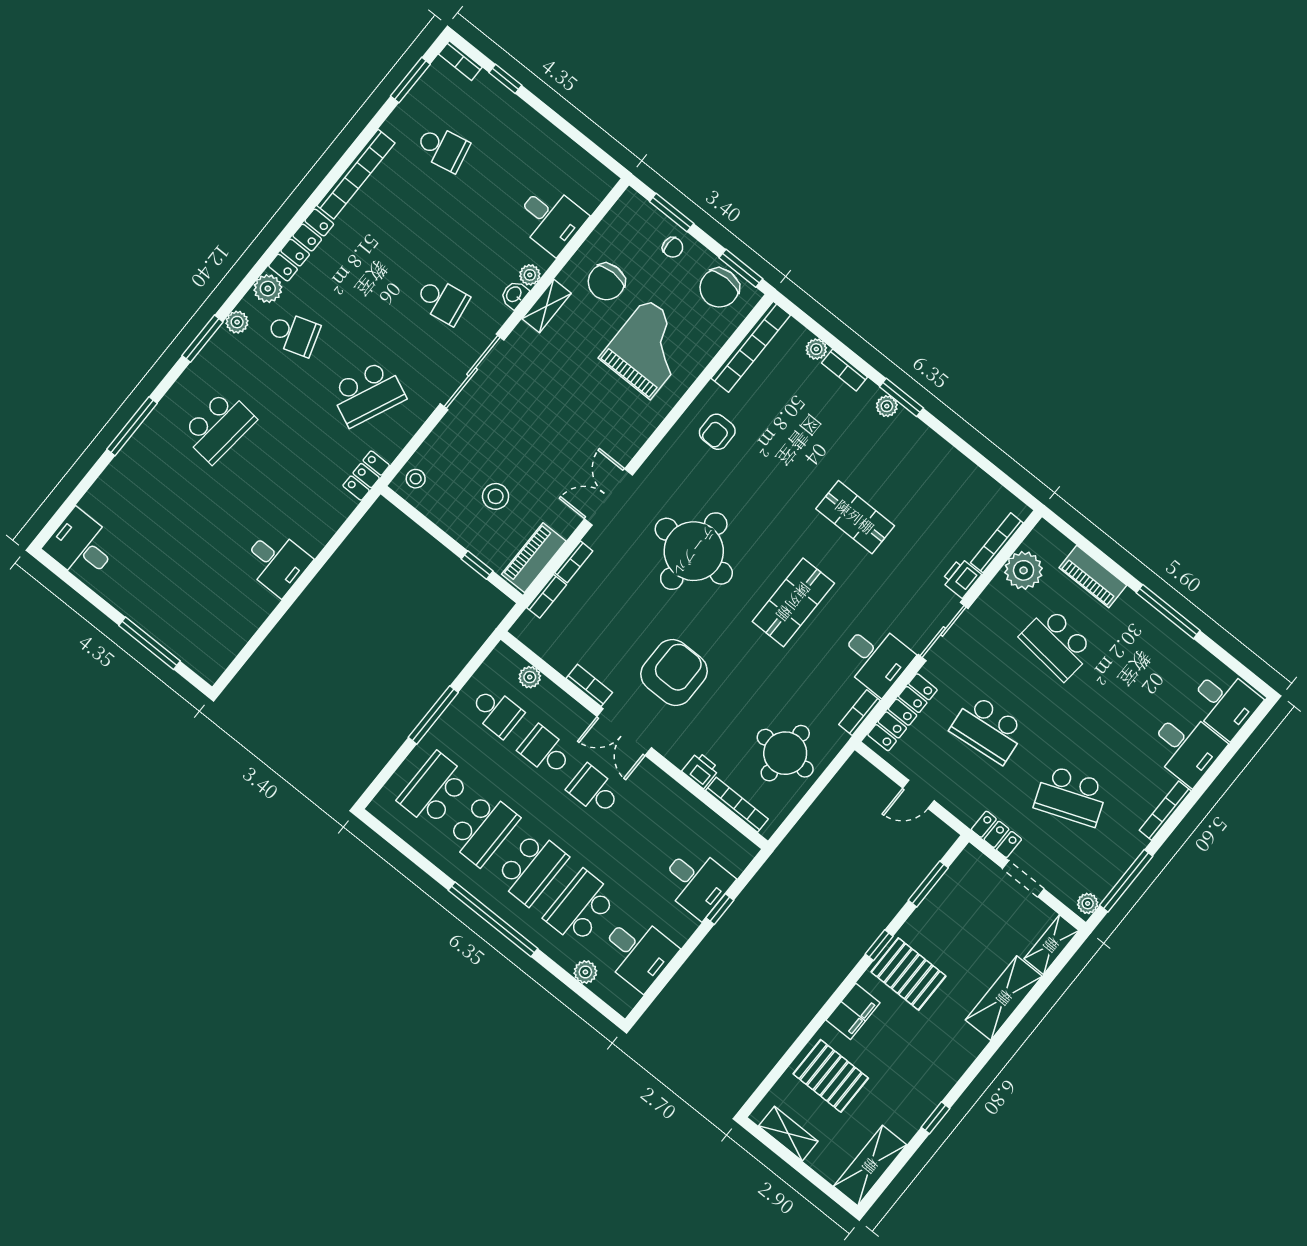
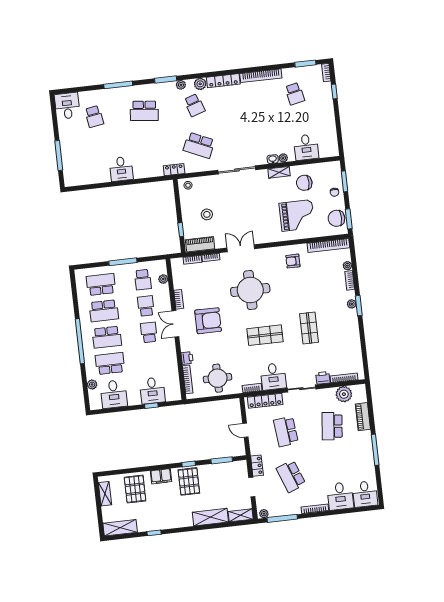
school desk: (442, 301) -> (94, 117), moved

